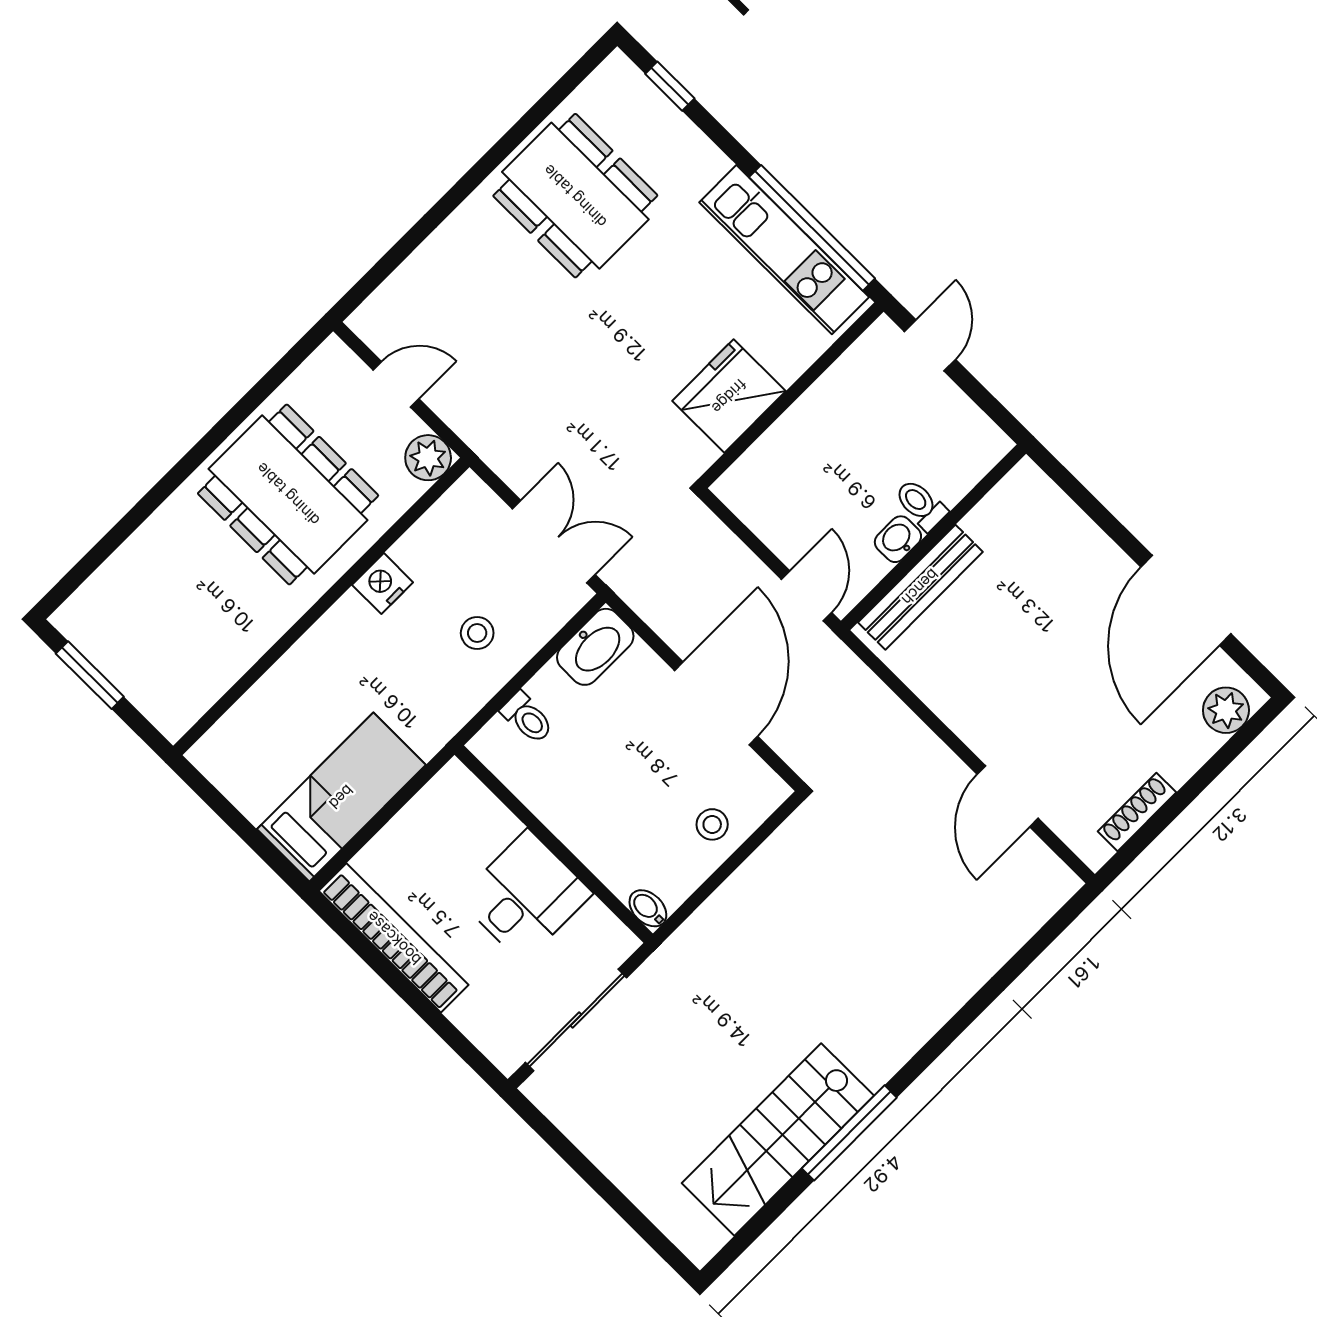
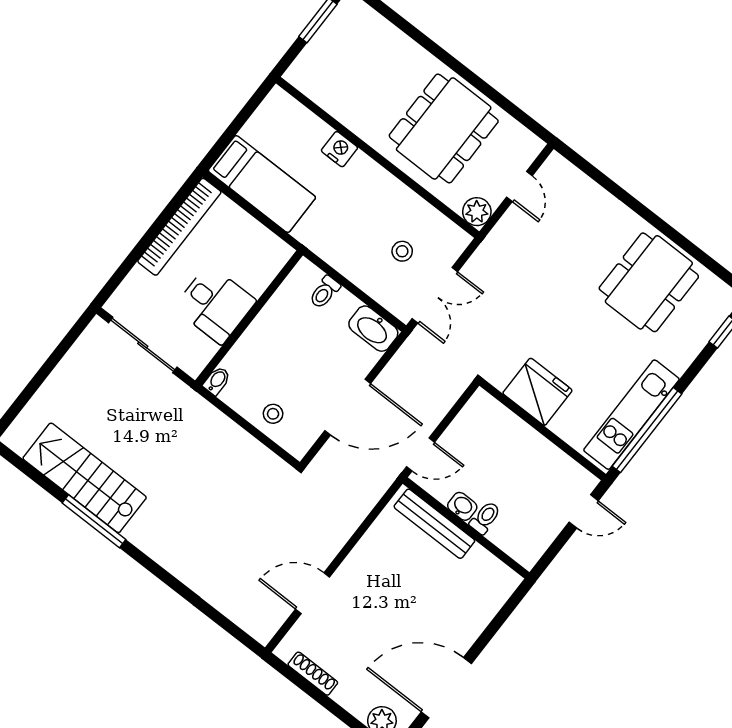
nightstand: (383, 584) -> (339, 149), moved
stool: (477, 633) -> (402, 251), moved

